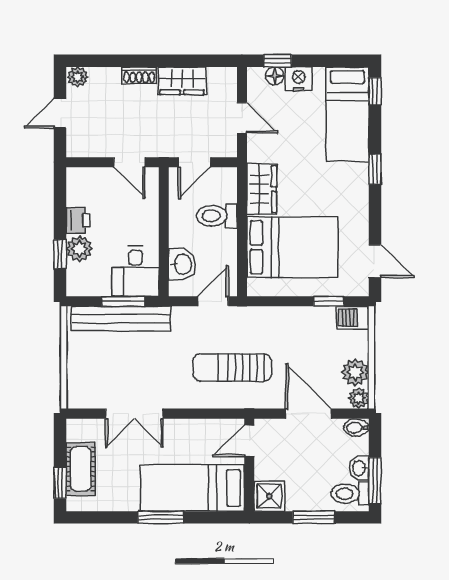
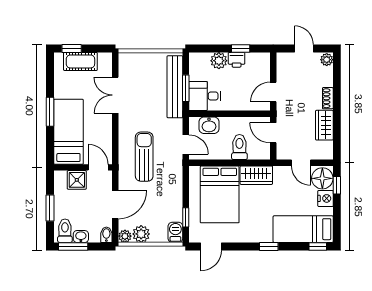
floor lamp: (275, 76) -> (322, 178), width x1.89, depth x1.89
door: (242, 118) -> (301, 163), hinge flipped
window: (60, 254) -> (241, 49), moved
shower: (269, 496) -> (77, 180), moved

